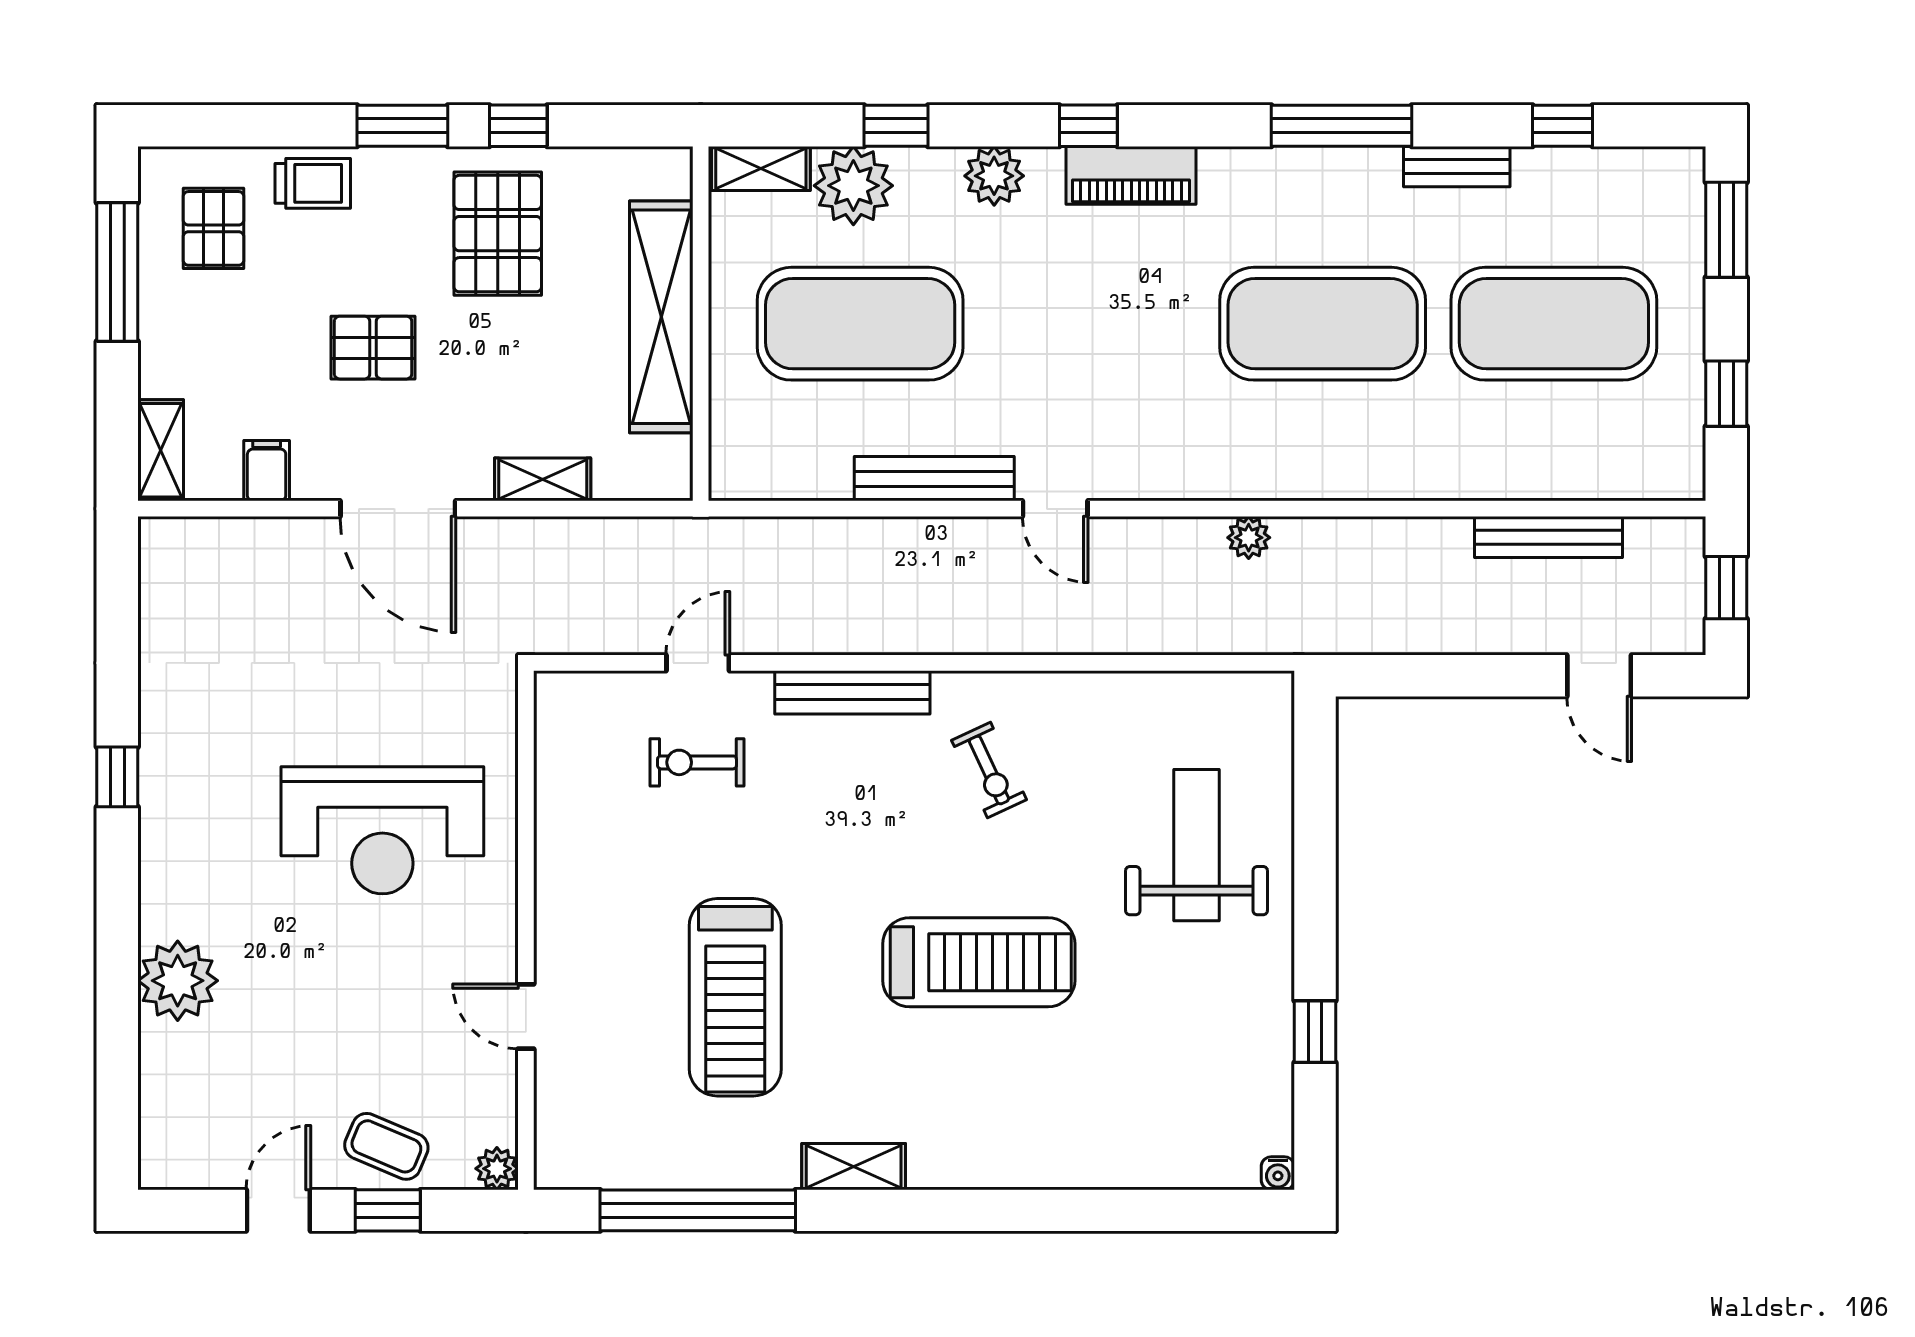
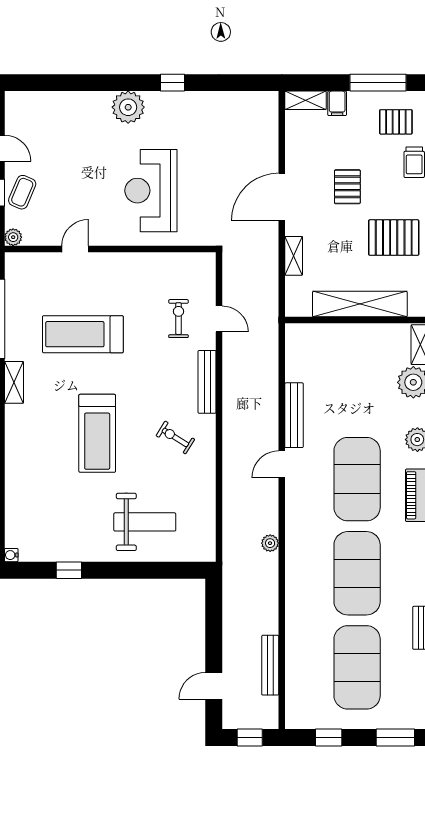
exercise mat: (860, 324) -> (357, 479), moved
filing cabinet: (267, 471) -> (337, 103), moved, turned 90
exercise bike: (989, 770) -> (175, 437), turned 57
plant: (178, 981) -> (128, 107), moved

